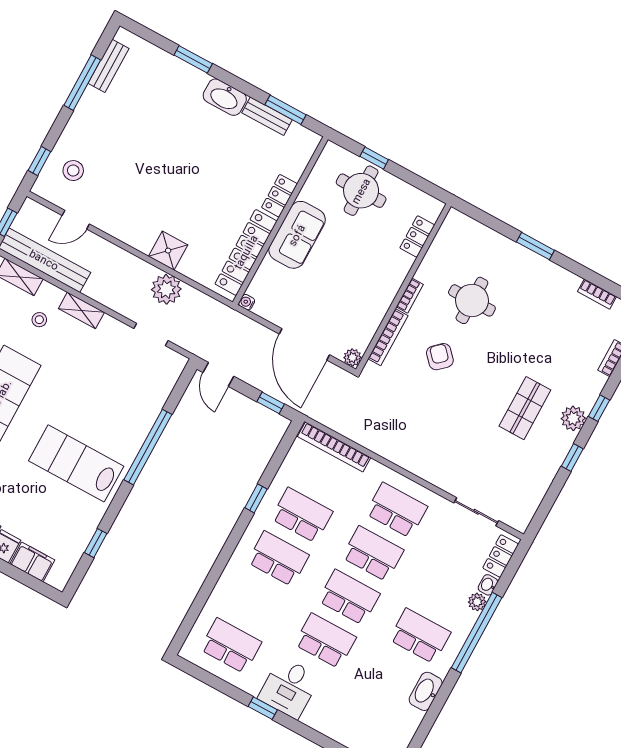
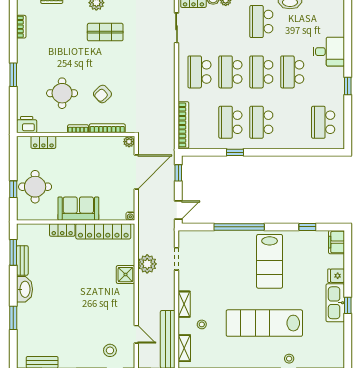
printer: (455, 227) -> (27, 125), added
filing cabinet: (32, 562) -> (337, 242), moved
desk: (289, 688) -> (329, 52), moved

